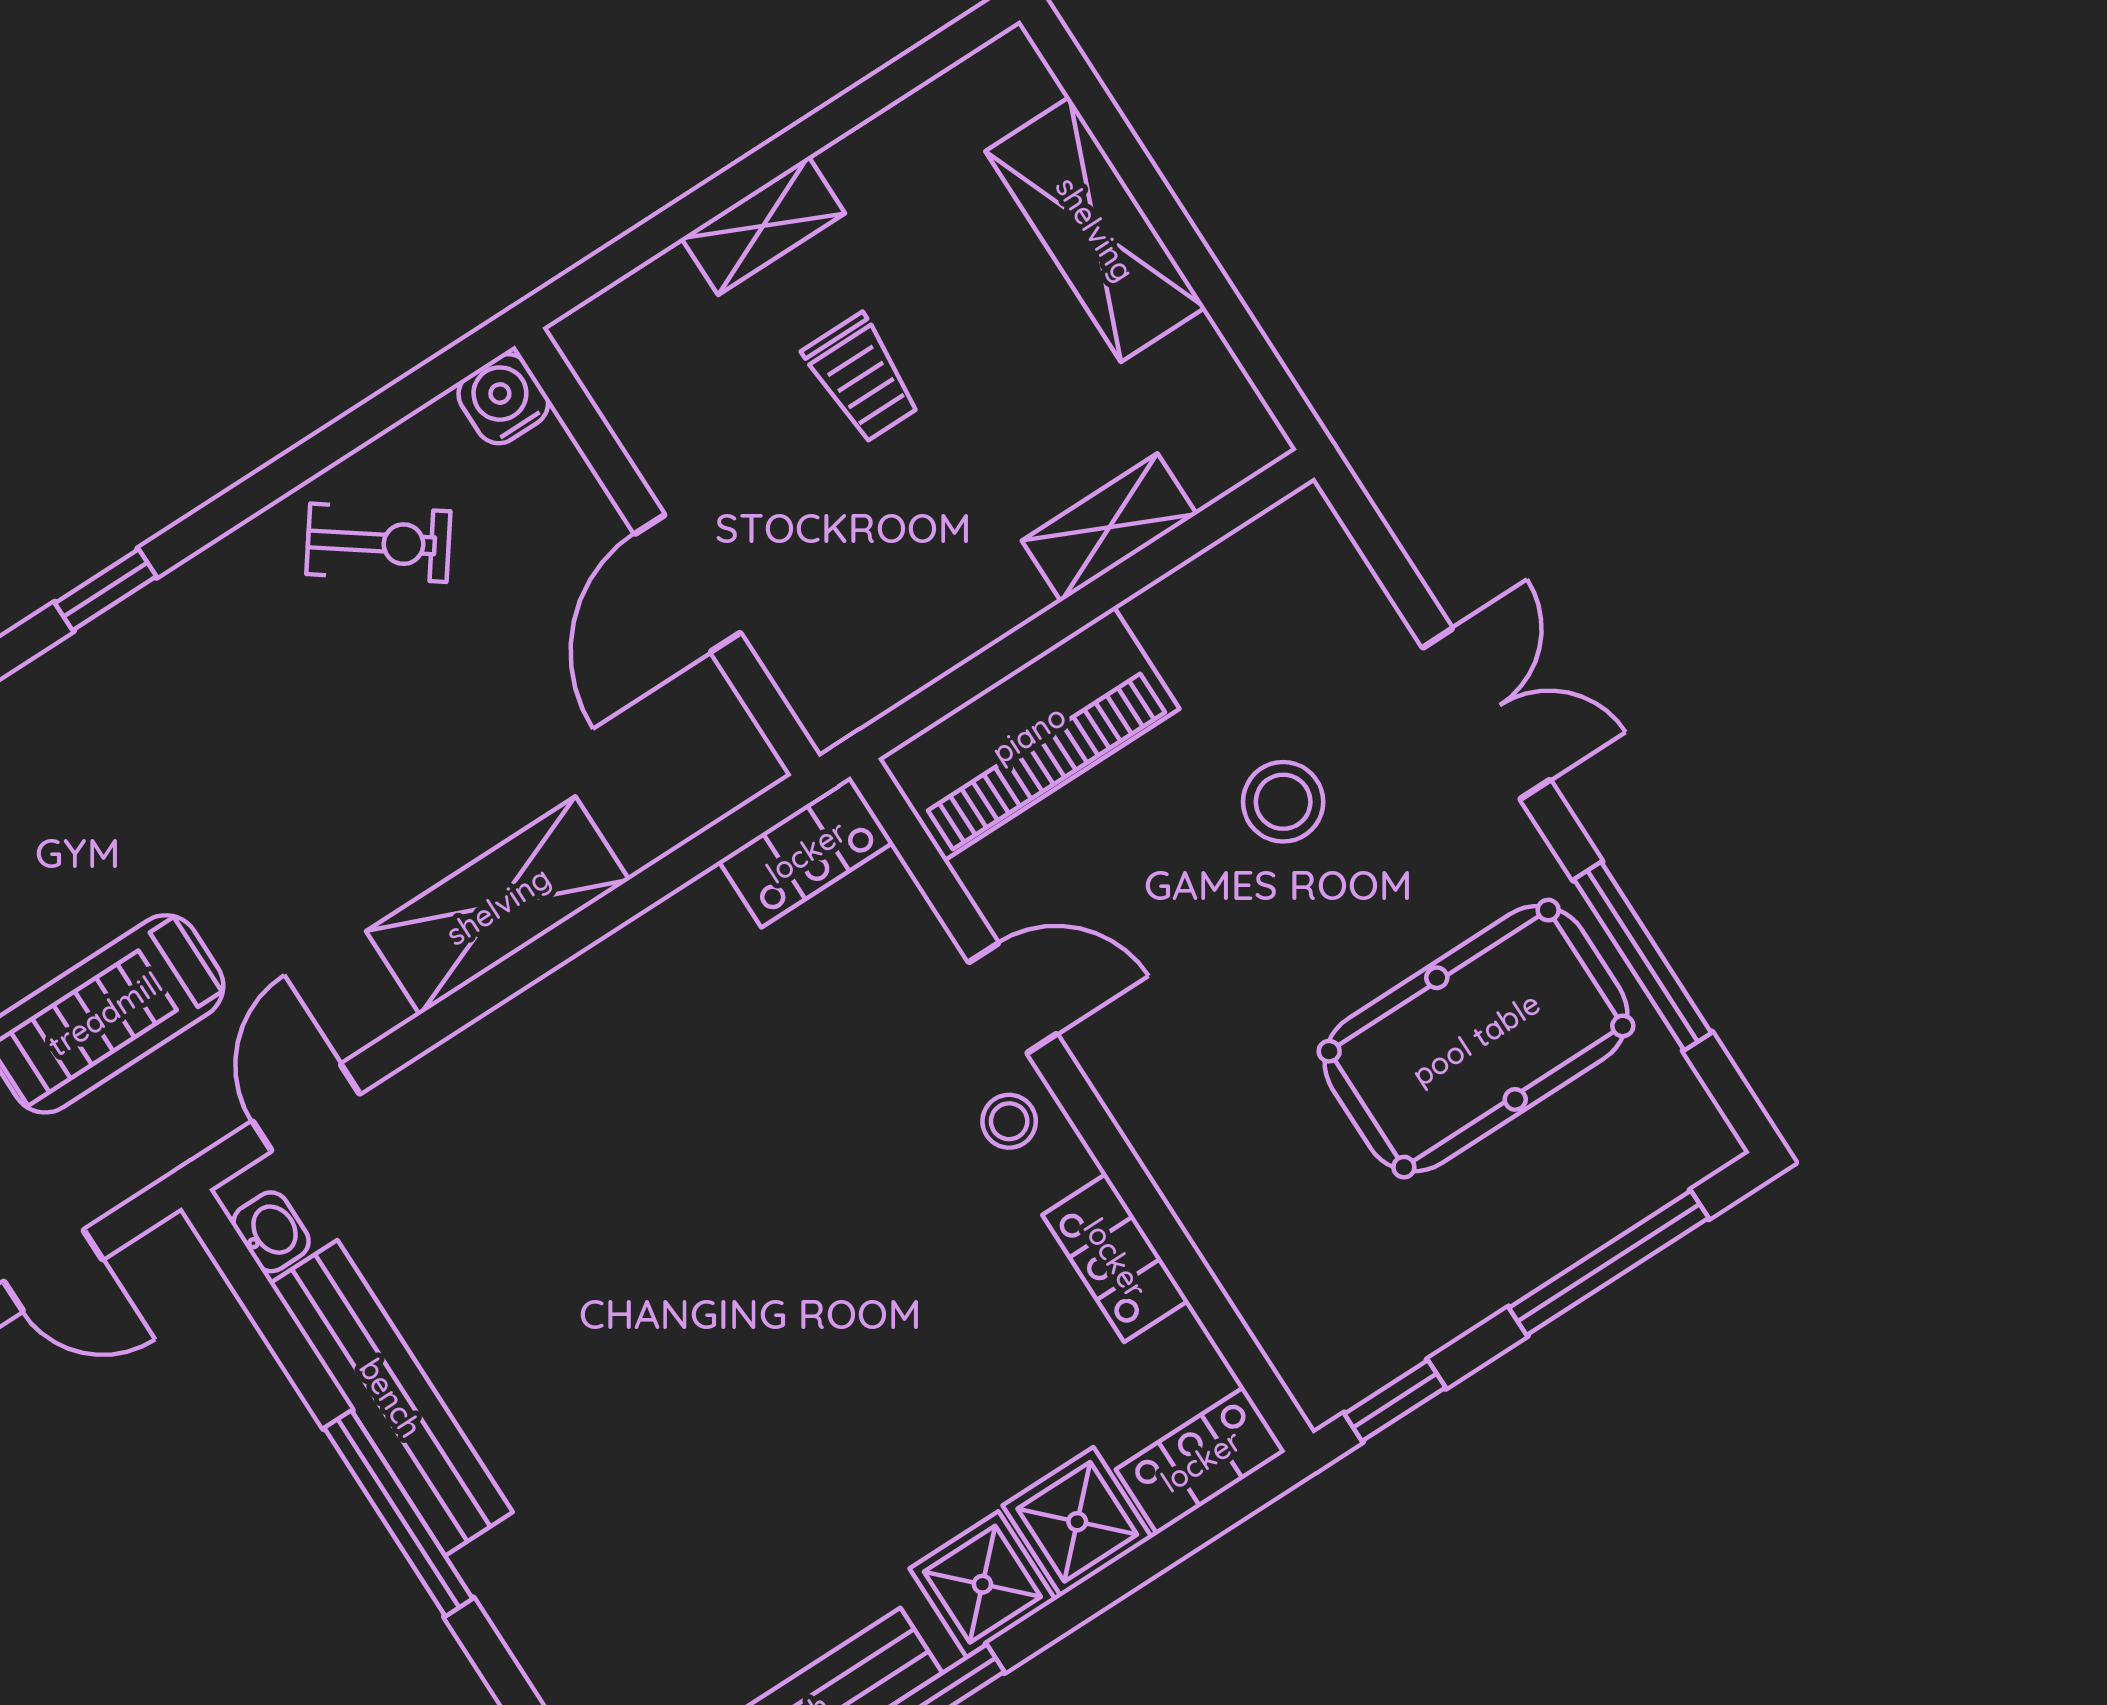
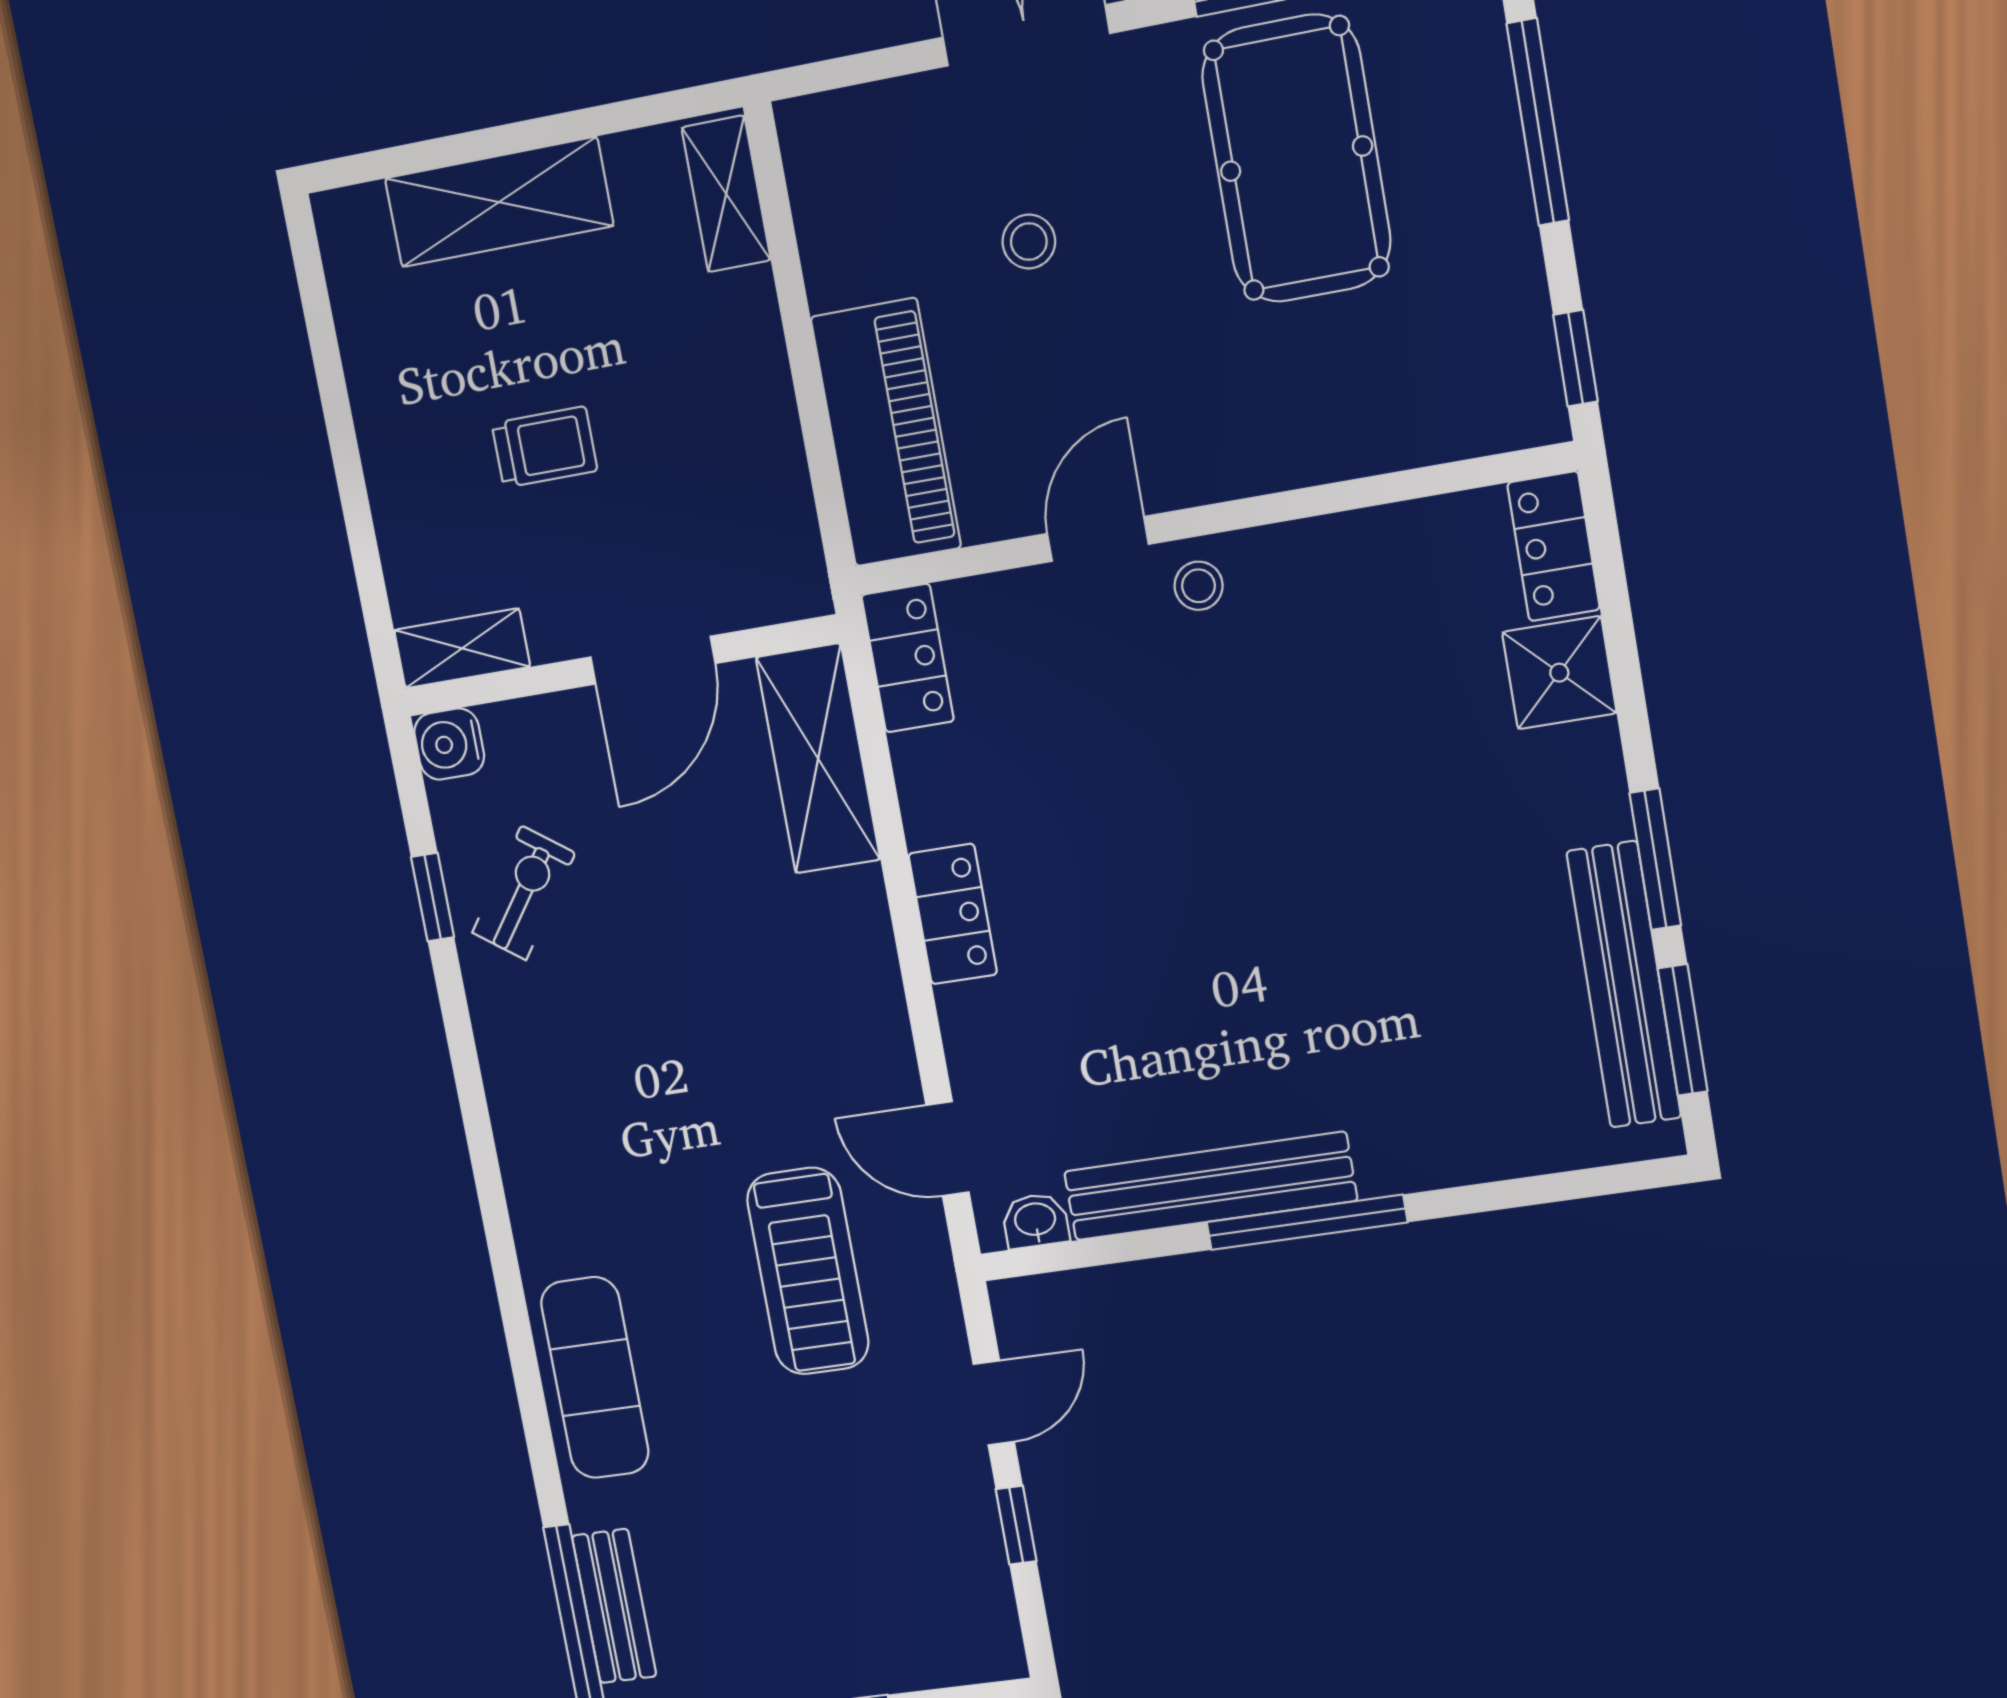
shelving: (763, 226) -> (462, 648), moved, turned 90
shelving: (1109, 527) -> (726, 194), moved
door: (688, 583) -> (653, 660), hinge flipped
window: (106, 590) -> (433, 897), moved
stool: (1283, 802) -> (1029, 242), width x0.73, depth x0.73
shelving: (498, 906) -> (818, 759), moved
locker: (1115, 1258) -> (953, 914), moved, turned -90
shower: (982, 1584) -> (1577, 775), removed

